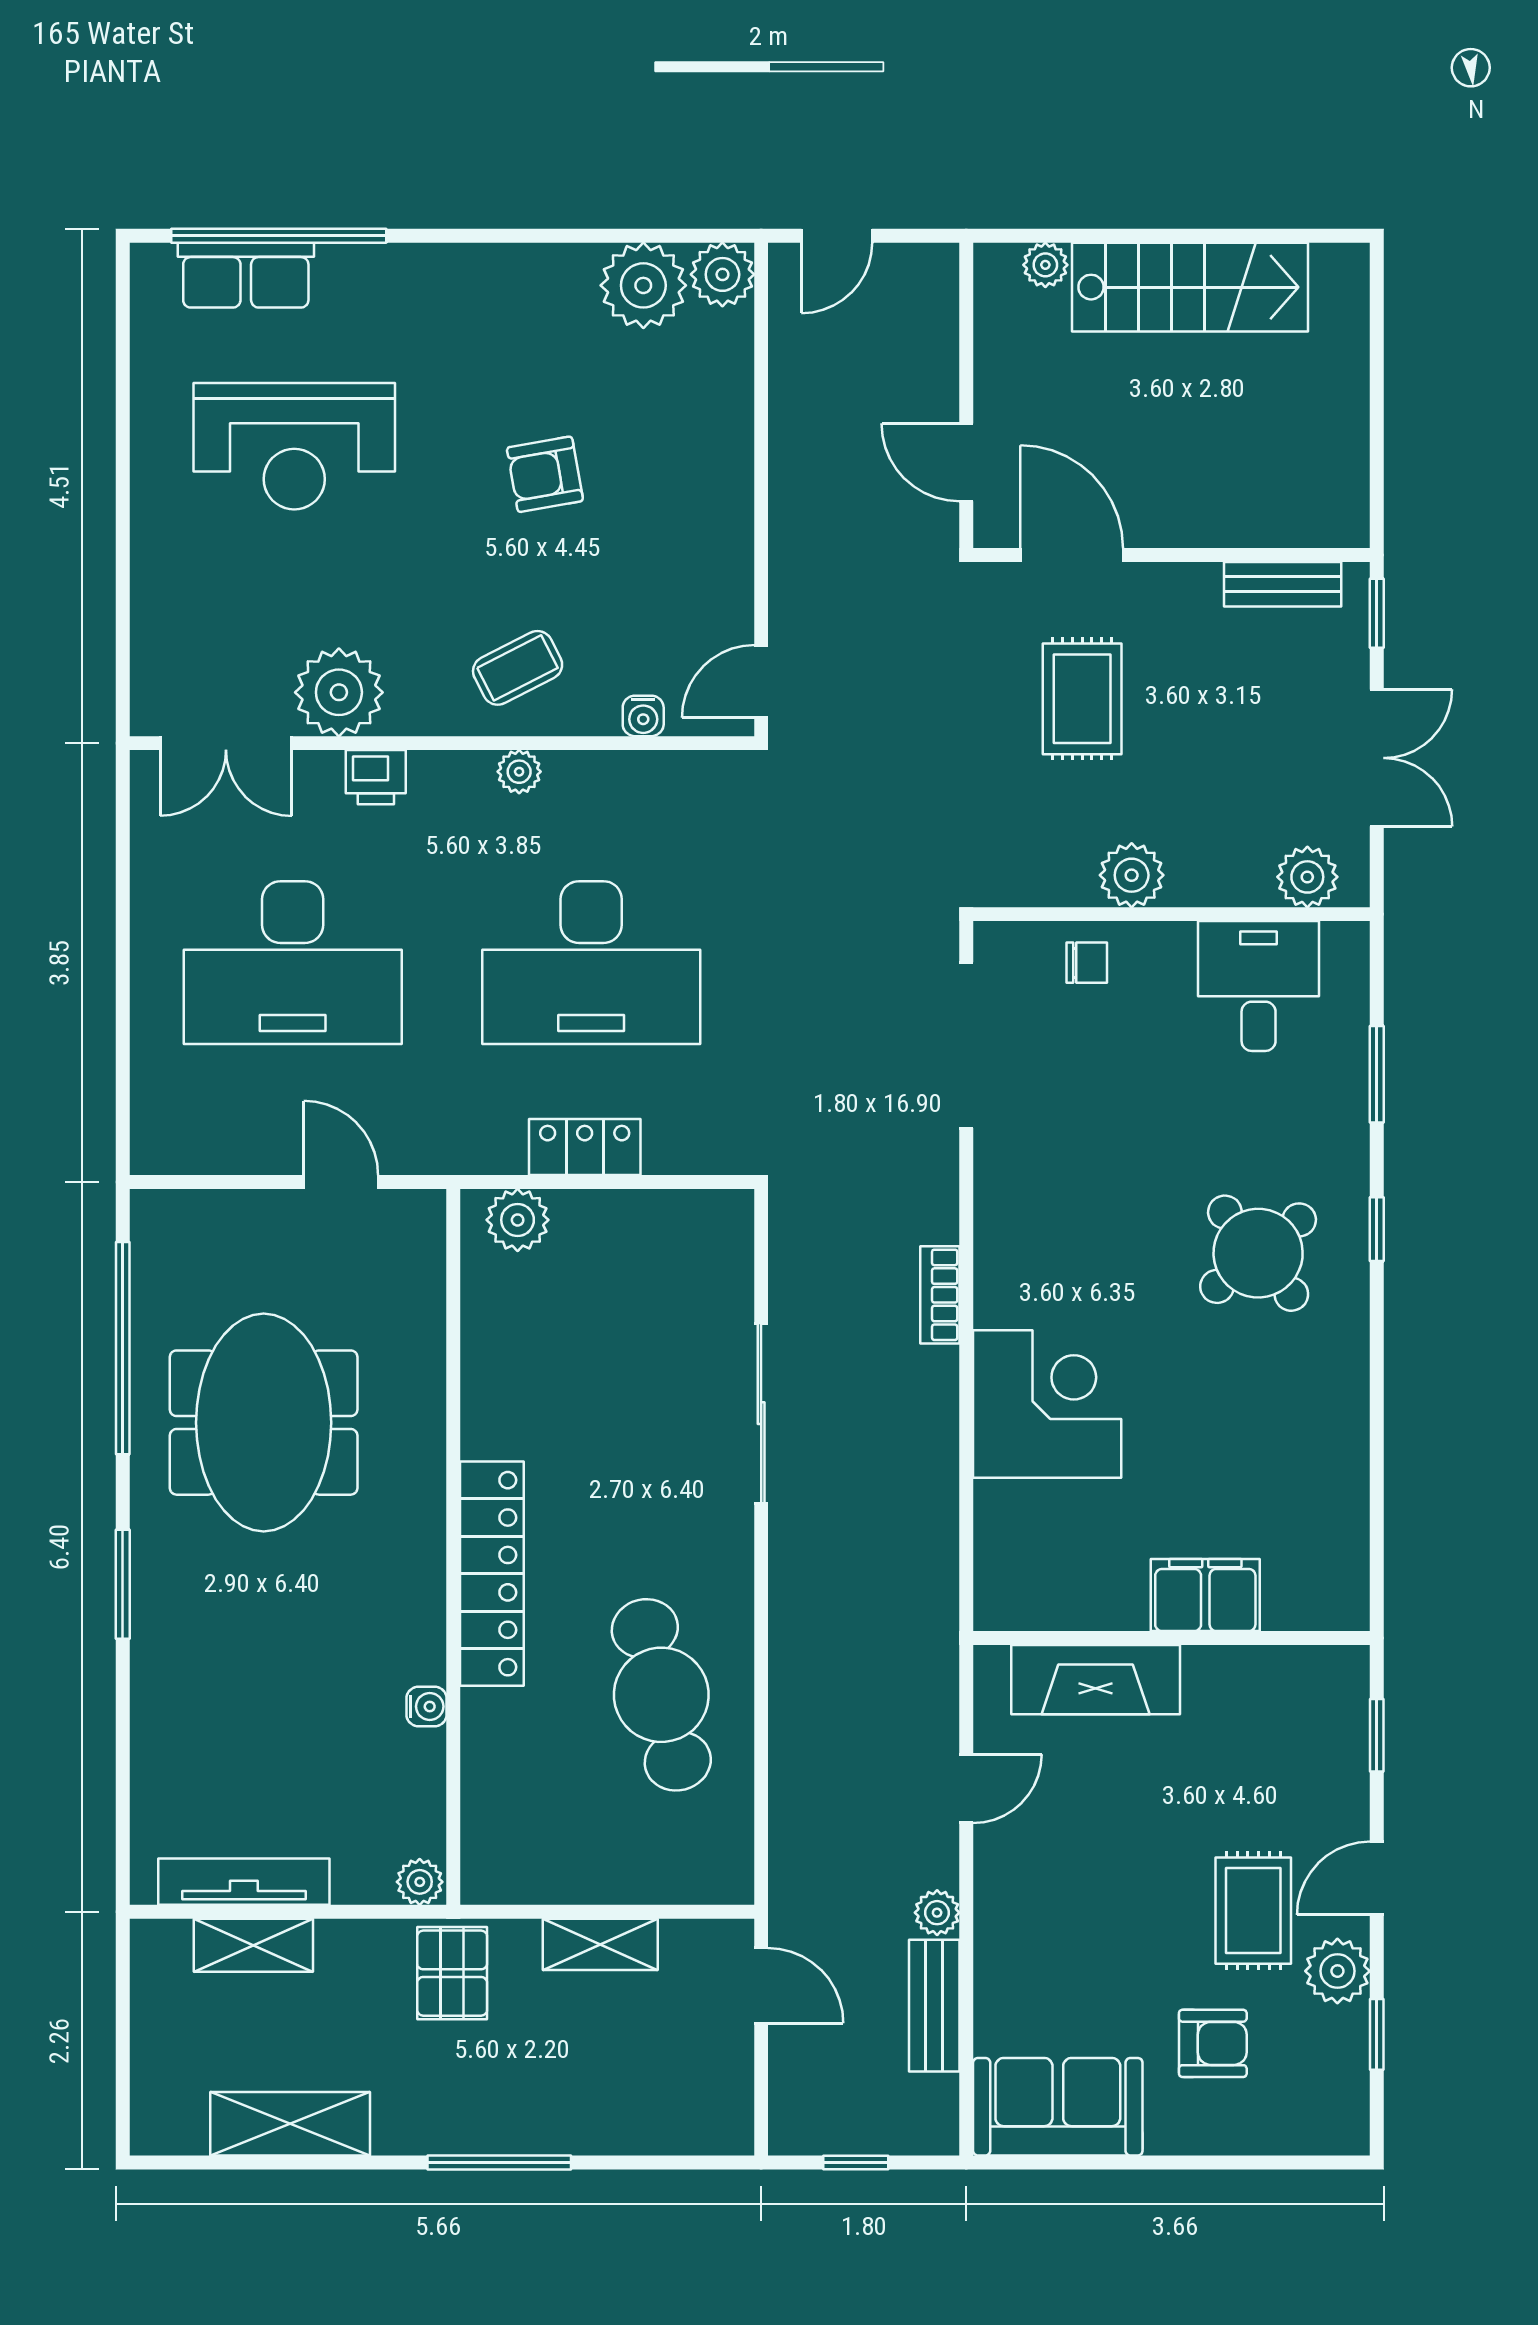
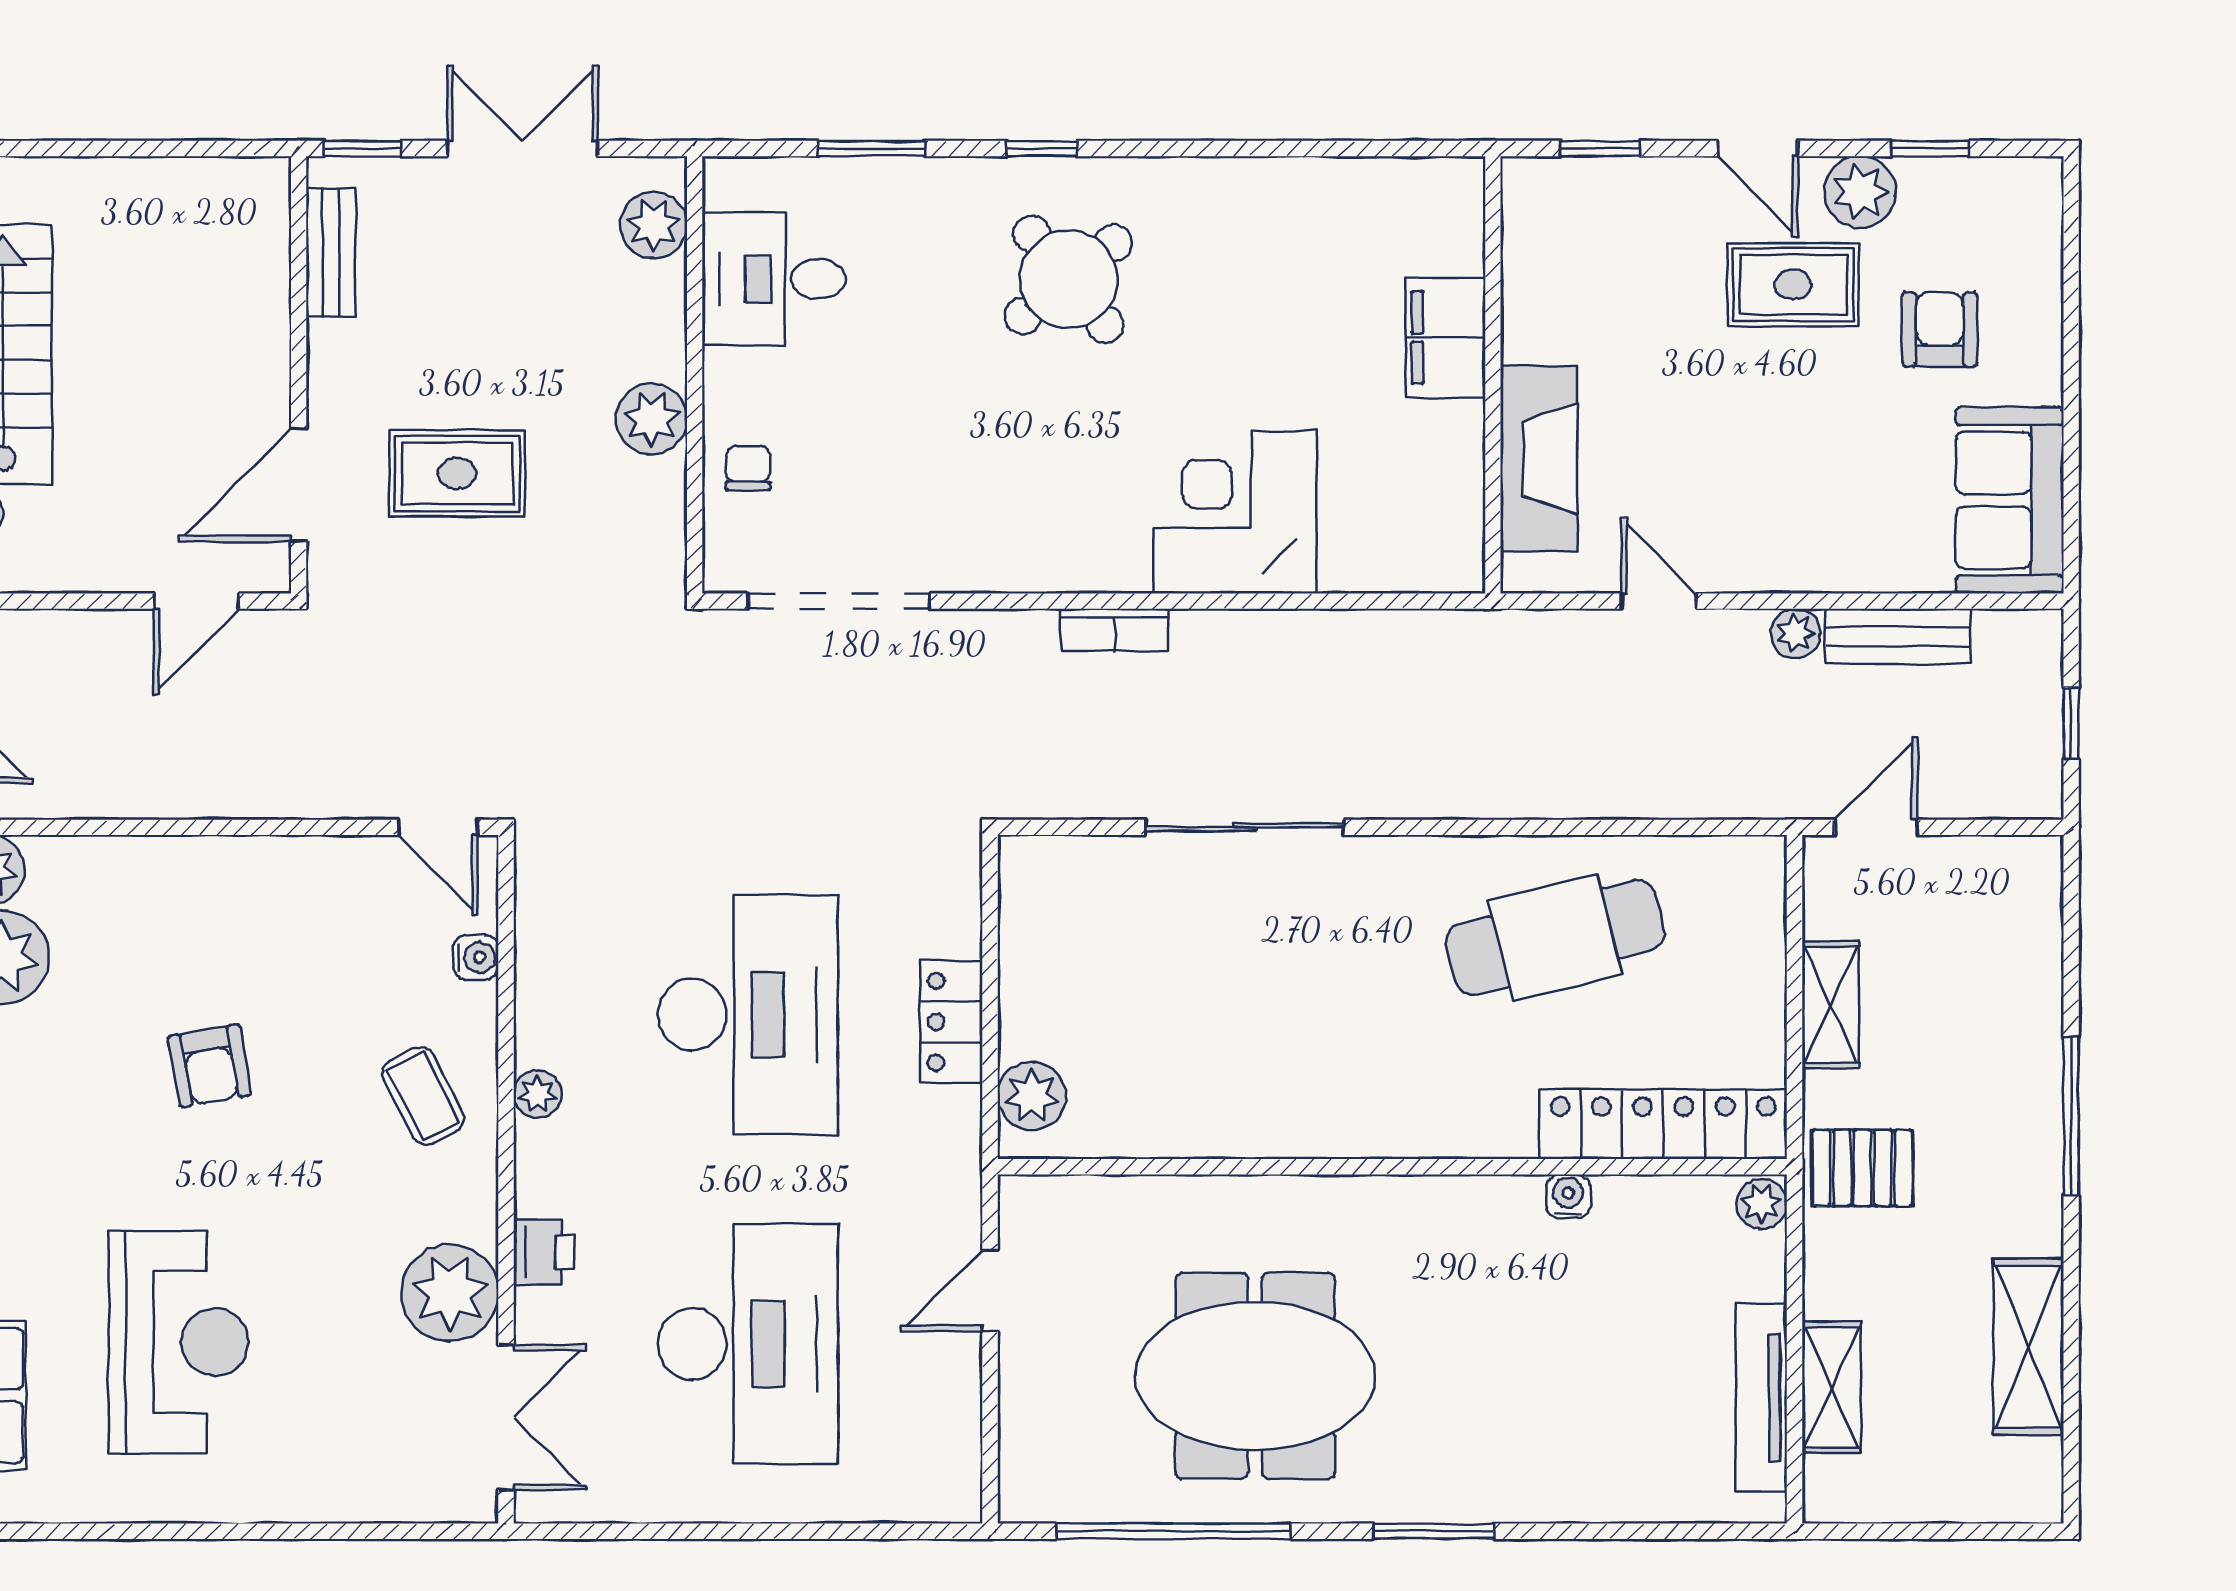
locker: (492, 1574) -> (1663, 1124), moved

